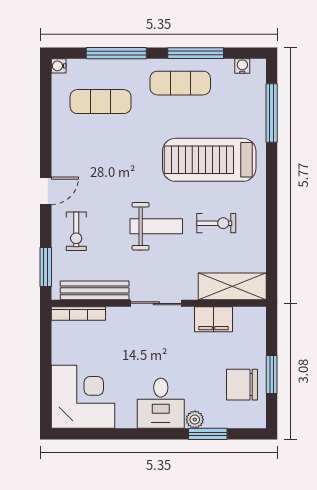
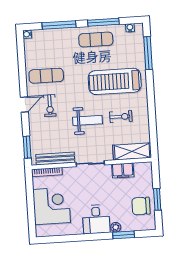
exercise mat: (101, 102) -> (46, 76), moved
exercise bike: (76, 231) -> (50, 106), moved
corner desk: (83, 397) -> (52, 206), moved

